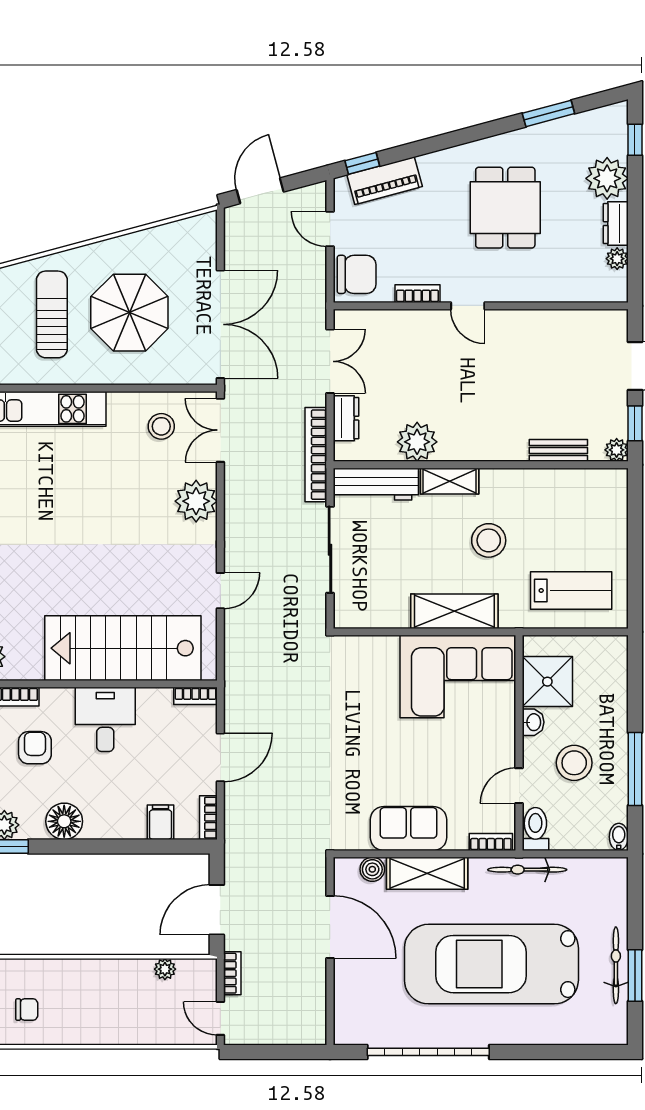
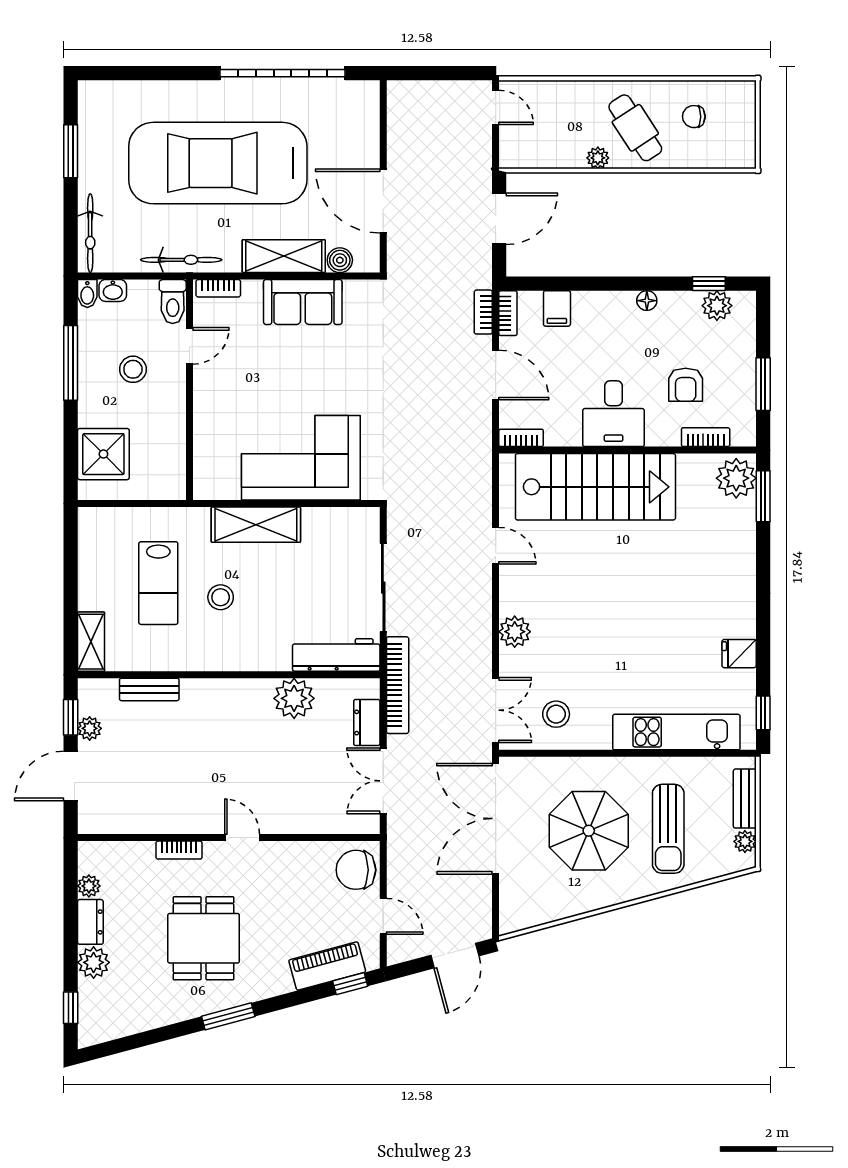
window: (548, 113) -> (228, 1016), moved
plant: (607, 178) -> (94, 962), width x0.73, depth x0.73
bookcase: (417, 294) -> (179, 850), moved
plant: (617, 450) -> (90, 728), moved
shelving: (450, 481) -> (91, 642), moved, turned 90
plant: (196, 501) -> (515, 632), width x0.73, depth x0.73
stool: (489, 540) -> (221, 597), width x0.73, depth x0.73
lab bench: (571, 590) -> (158, 583), moved, turned -90
door: (220, 591) -> (496, 546), swing flipped
corner sofa: (458, 676) -> (301, 458), moved
shower: (547, 682) -> (103, 454), moved
washbasin: (533, 722) -> (113, 290), moved, turned -90
door: (220, 757) -> (496, 375), swing flipped
stool: (574, 763) -> (133, 369), width x0.73, depth x0.73
floor lamp: (64, 821) -> (647, 301), width x0.53, depth x0.53
car: (491, 964) -> (218, 163), turned 180
bicycle: (616, 965) -> (90, 233), moved
plant: (165, 969) -> (598, 158), moved
bookcase: (232, 973) -> (483, 312), moved
cafe table: (84, 998) -> (635, 128), added

